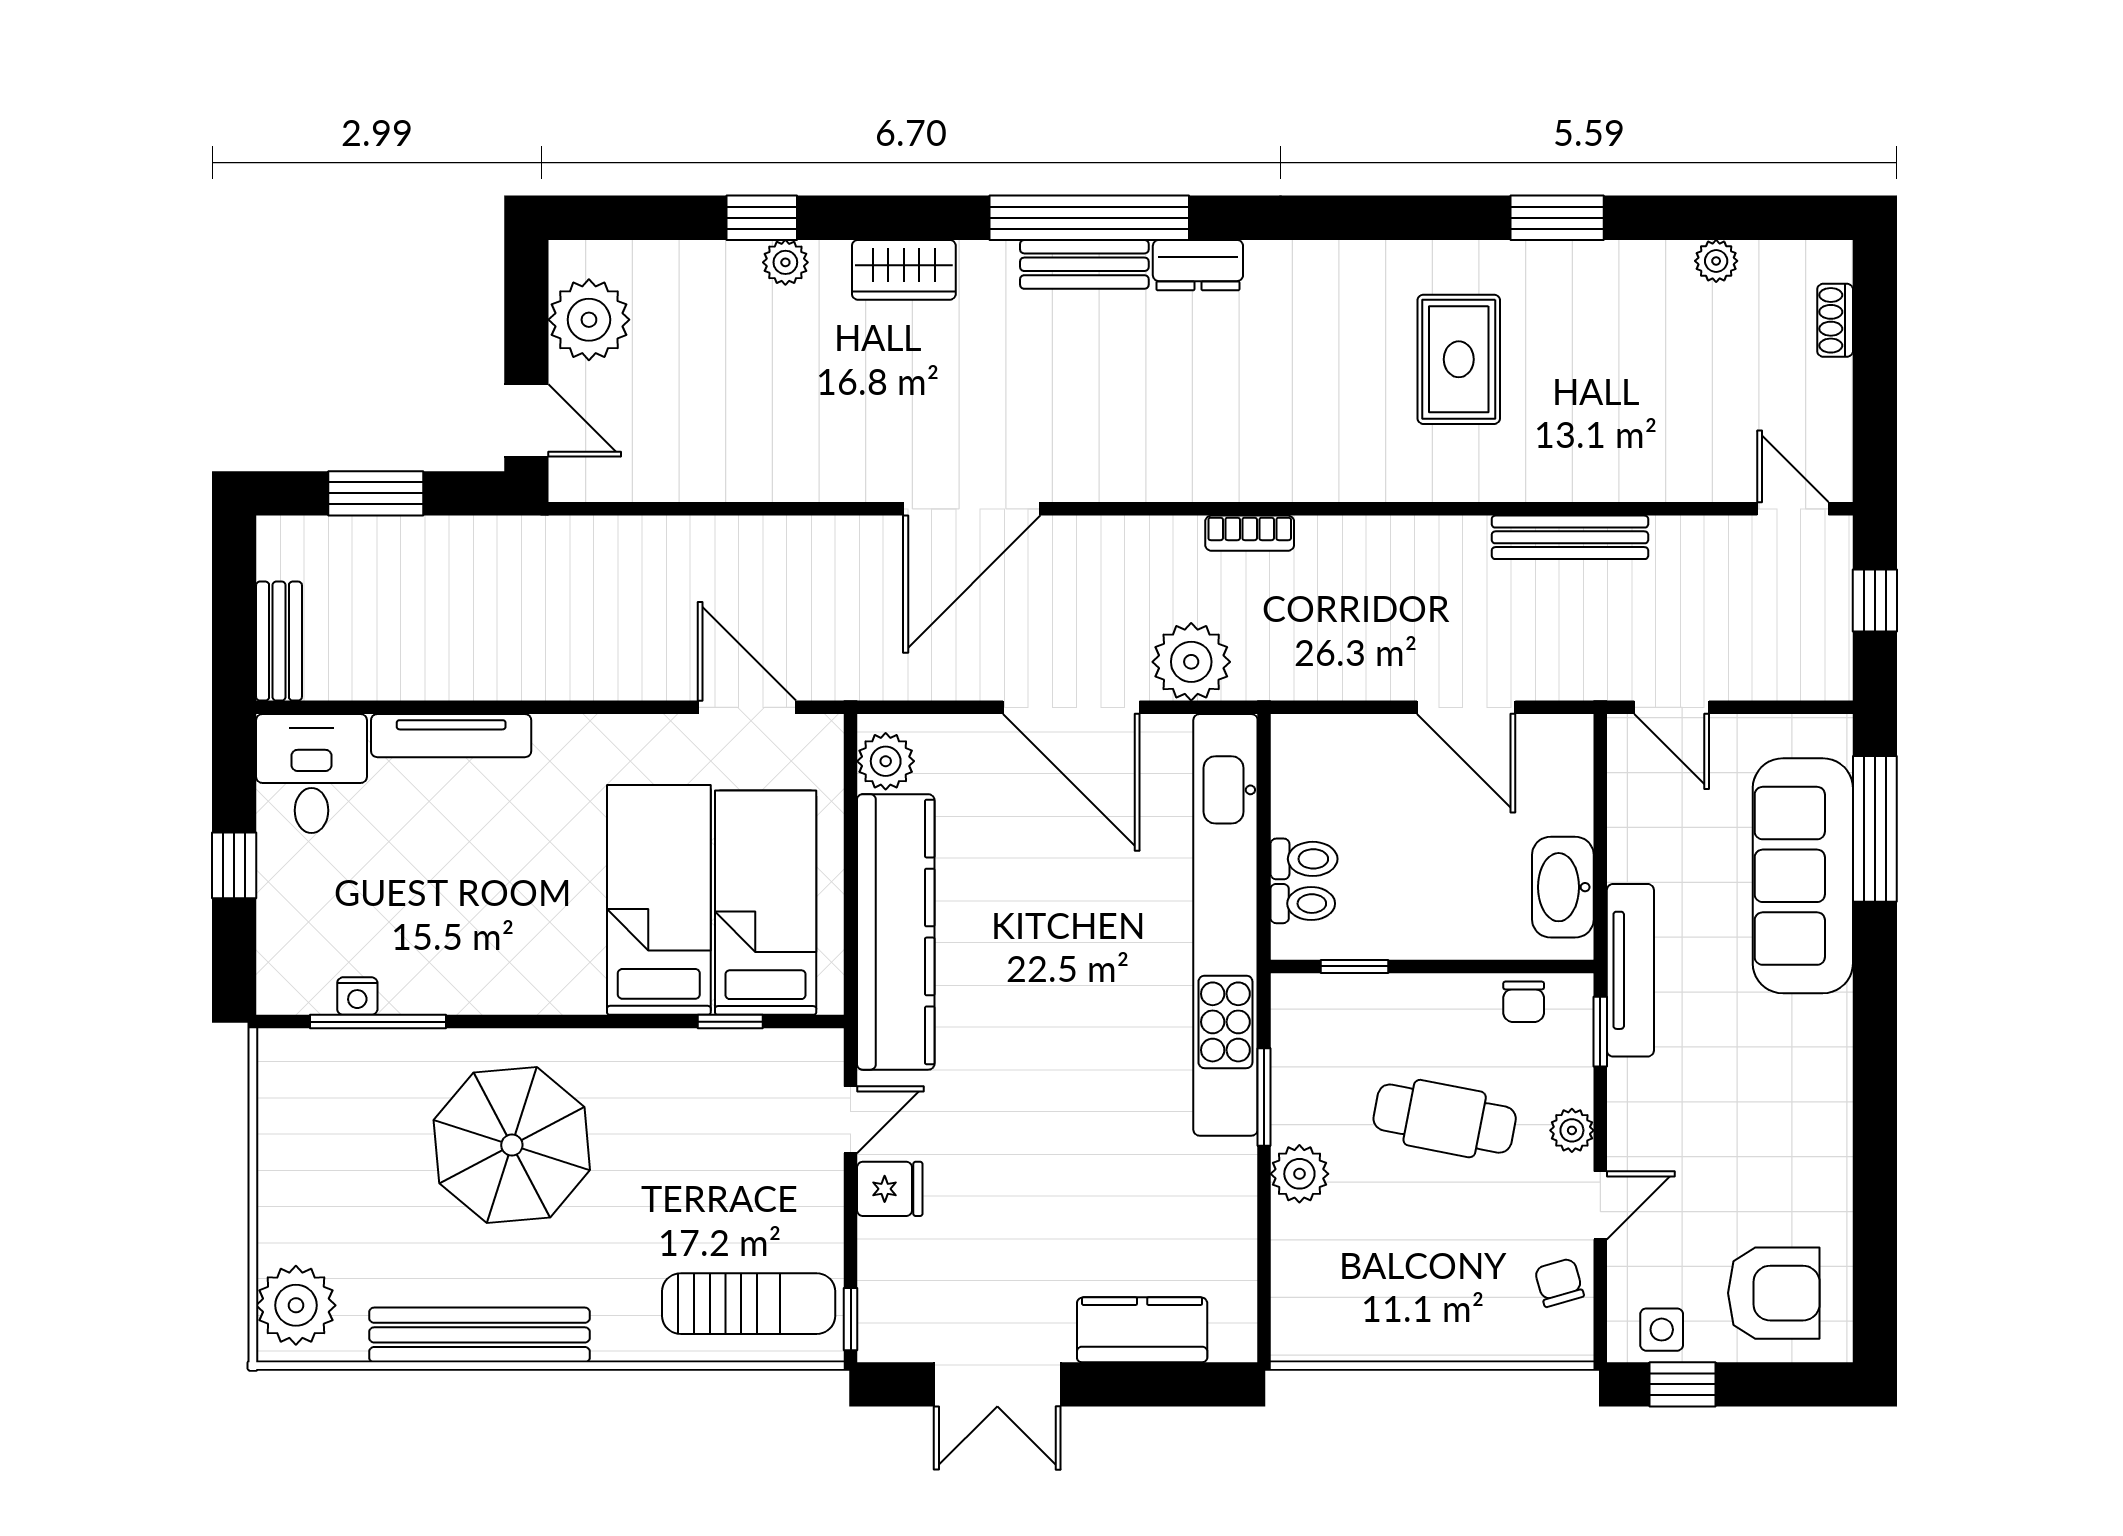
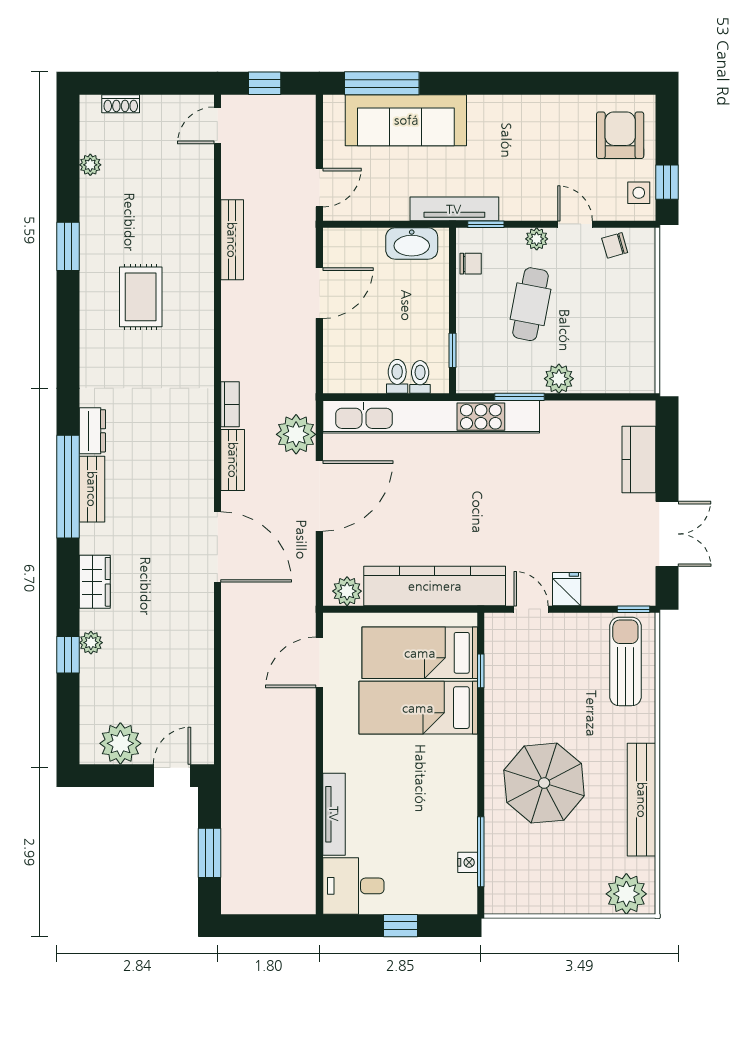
rug: (1459, 359) -> (141, 297), turned 90
bench: (279, 641) -> (233, 460), moved, turned 90

